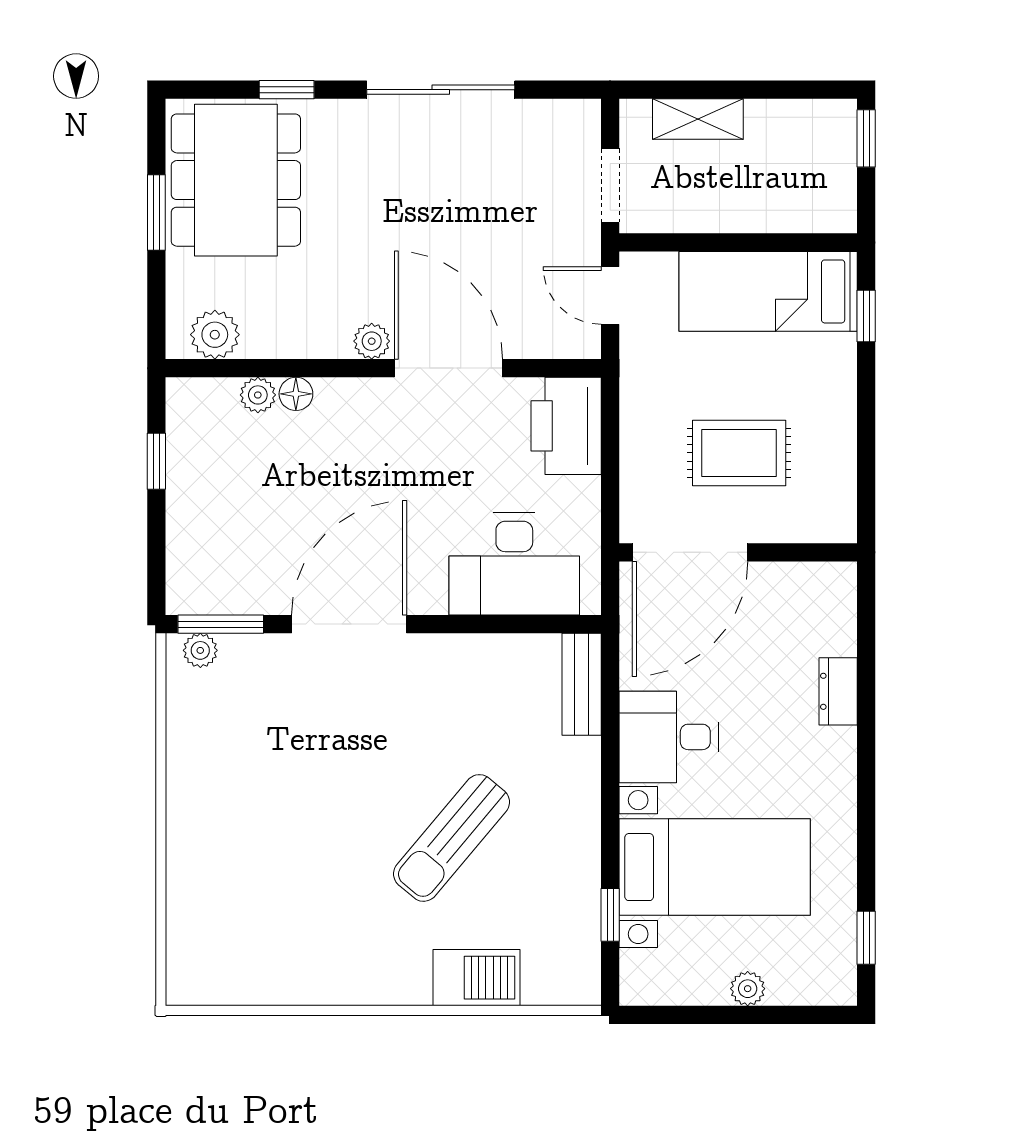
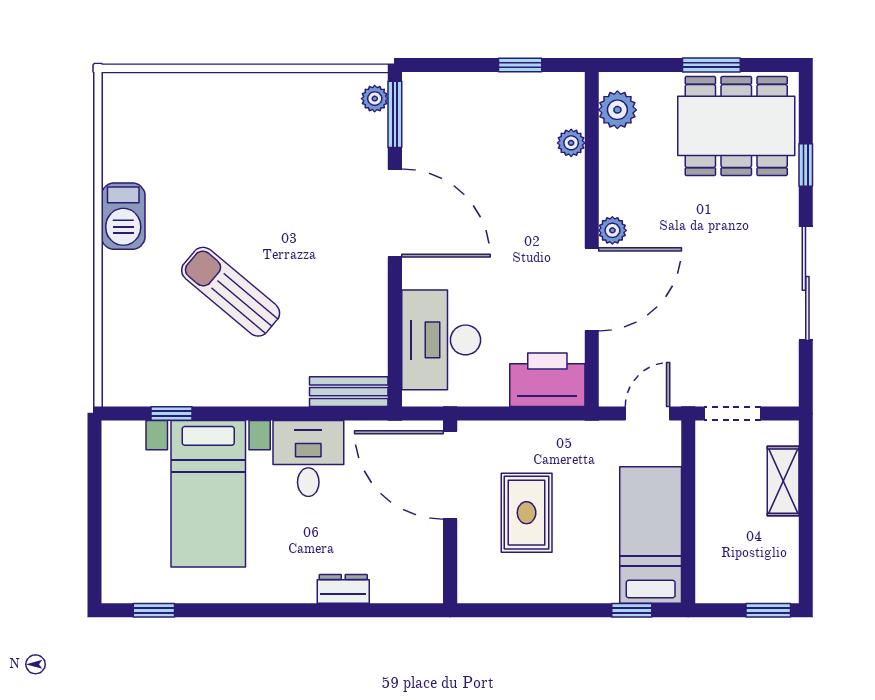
floor lamp: (296, 394) -> (572, 172), removed
barbecue: (477, 978) -> (123, 216), moved
plant: (748, 989) -> (115, 519), removed

